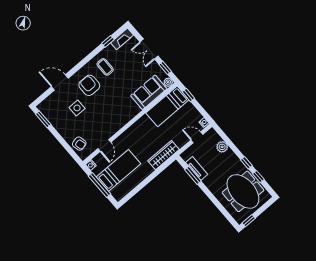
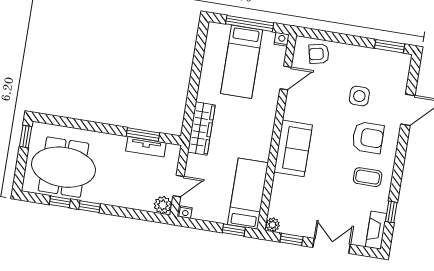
sofa: (149, 92) -> (293, 148), moved
door: (104, 145) -> (286, 78), swing flipped
plant: (222, 147) -> (163, 205), moved

